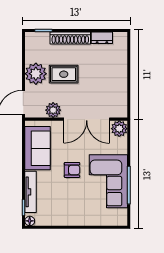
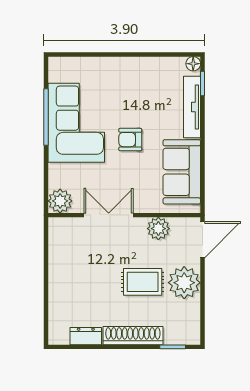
double door: (87, 119) -> (109, 215), width x0.73

